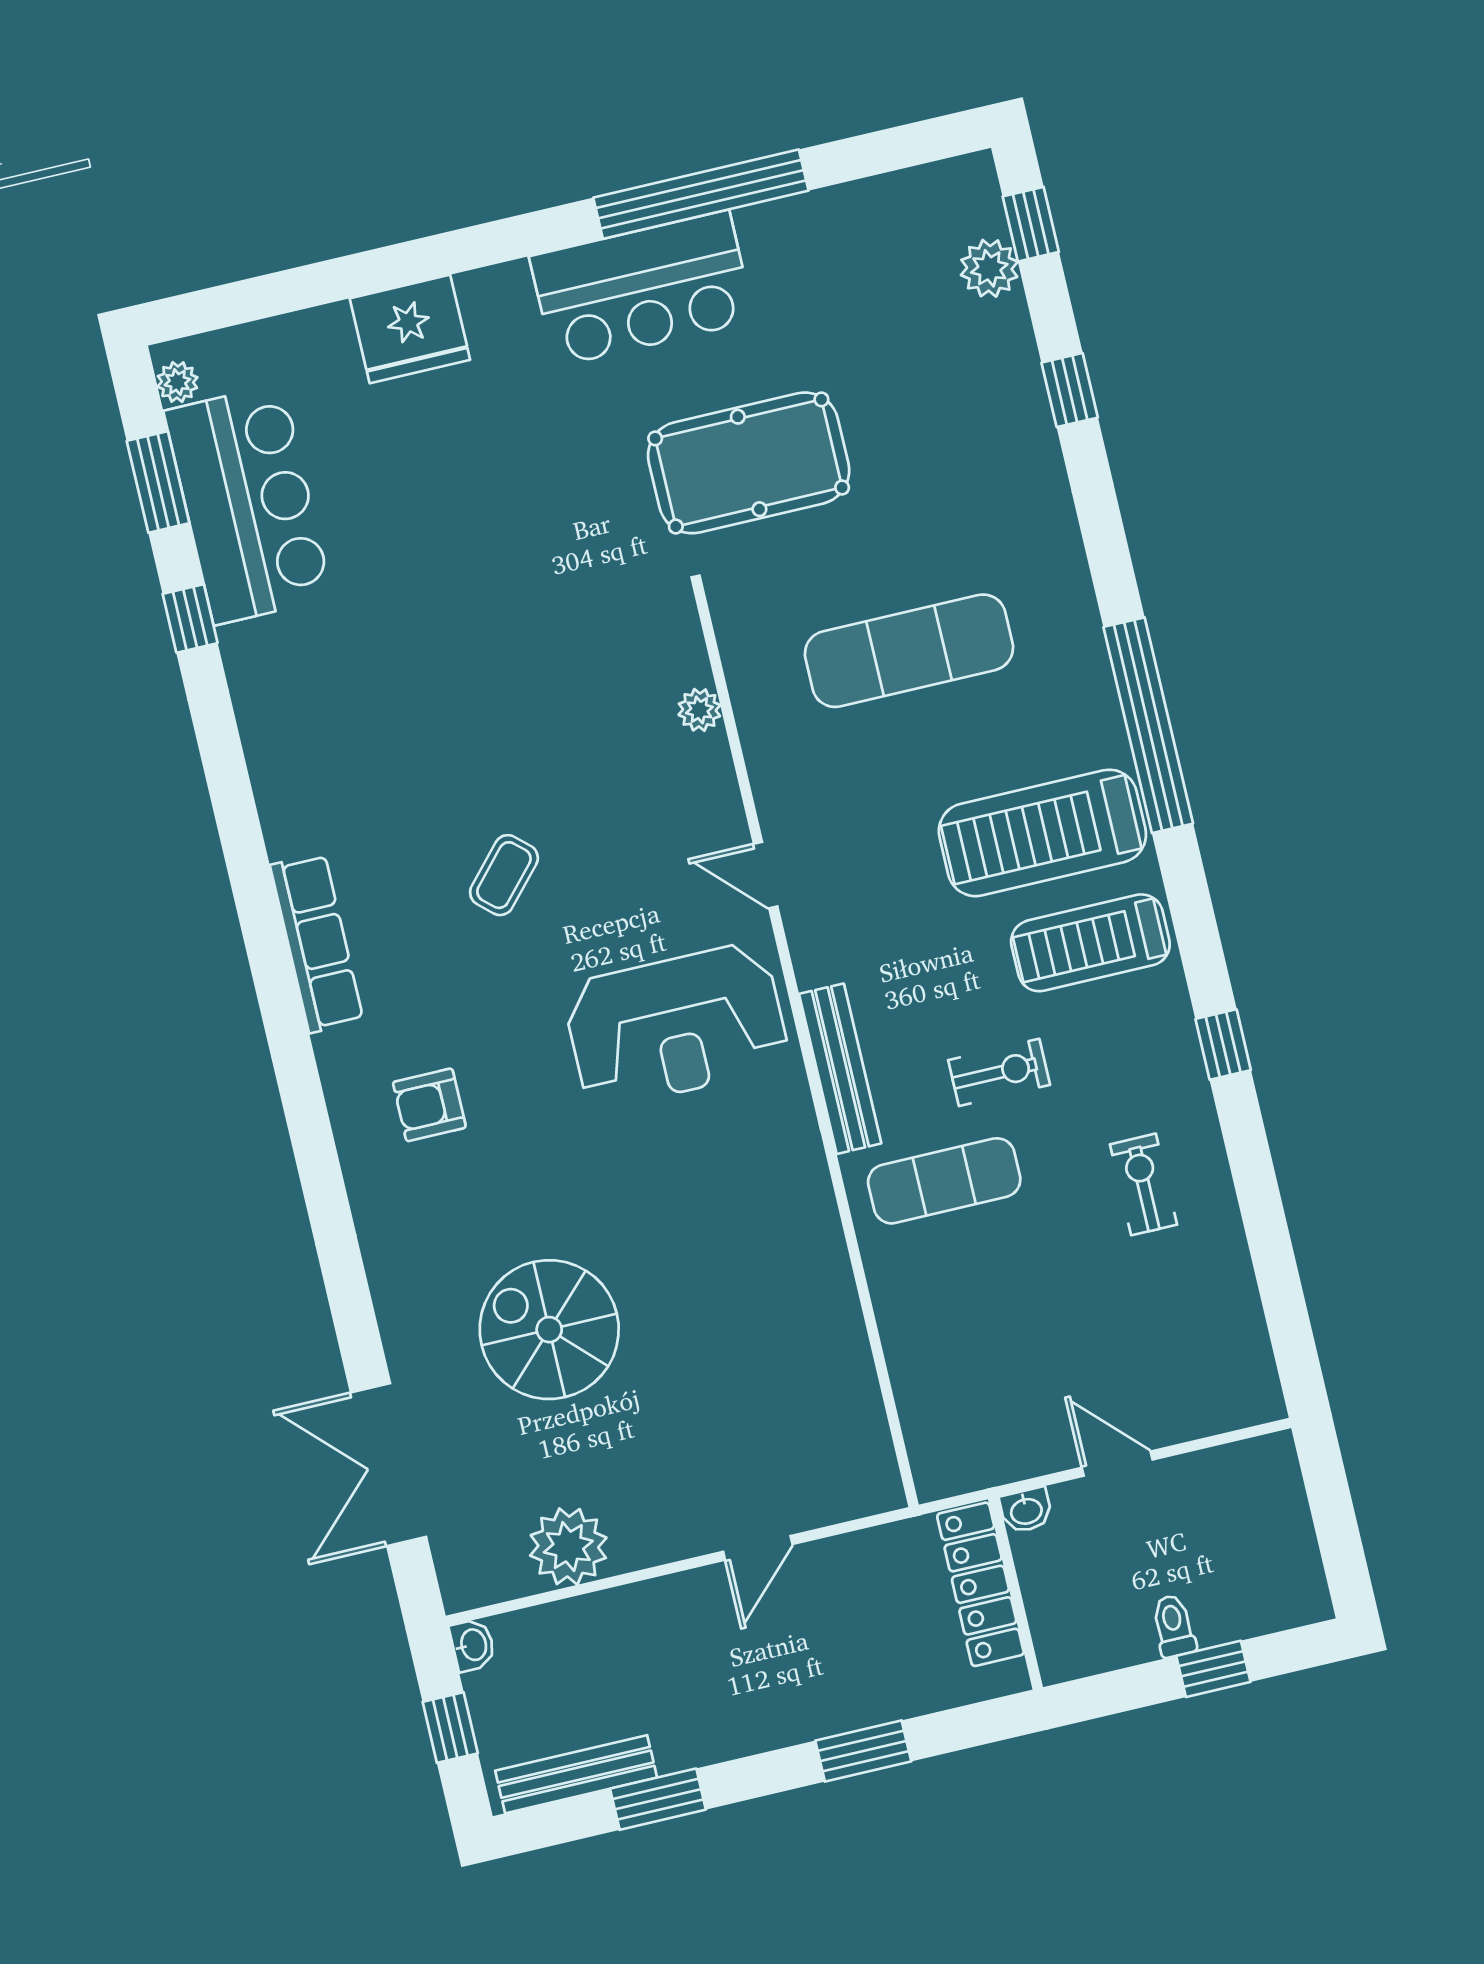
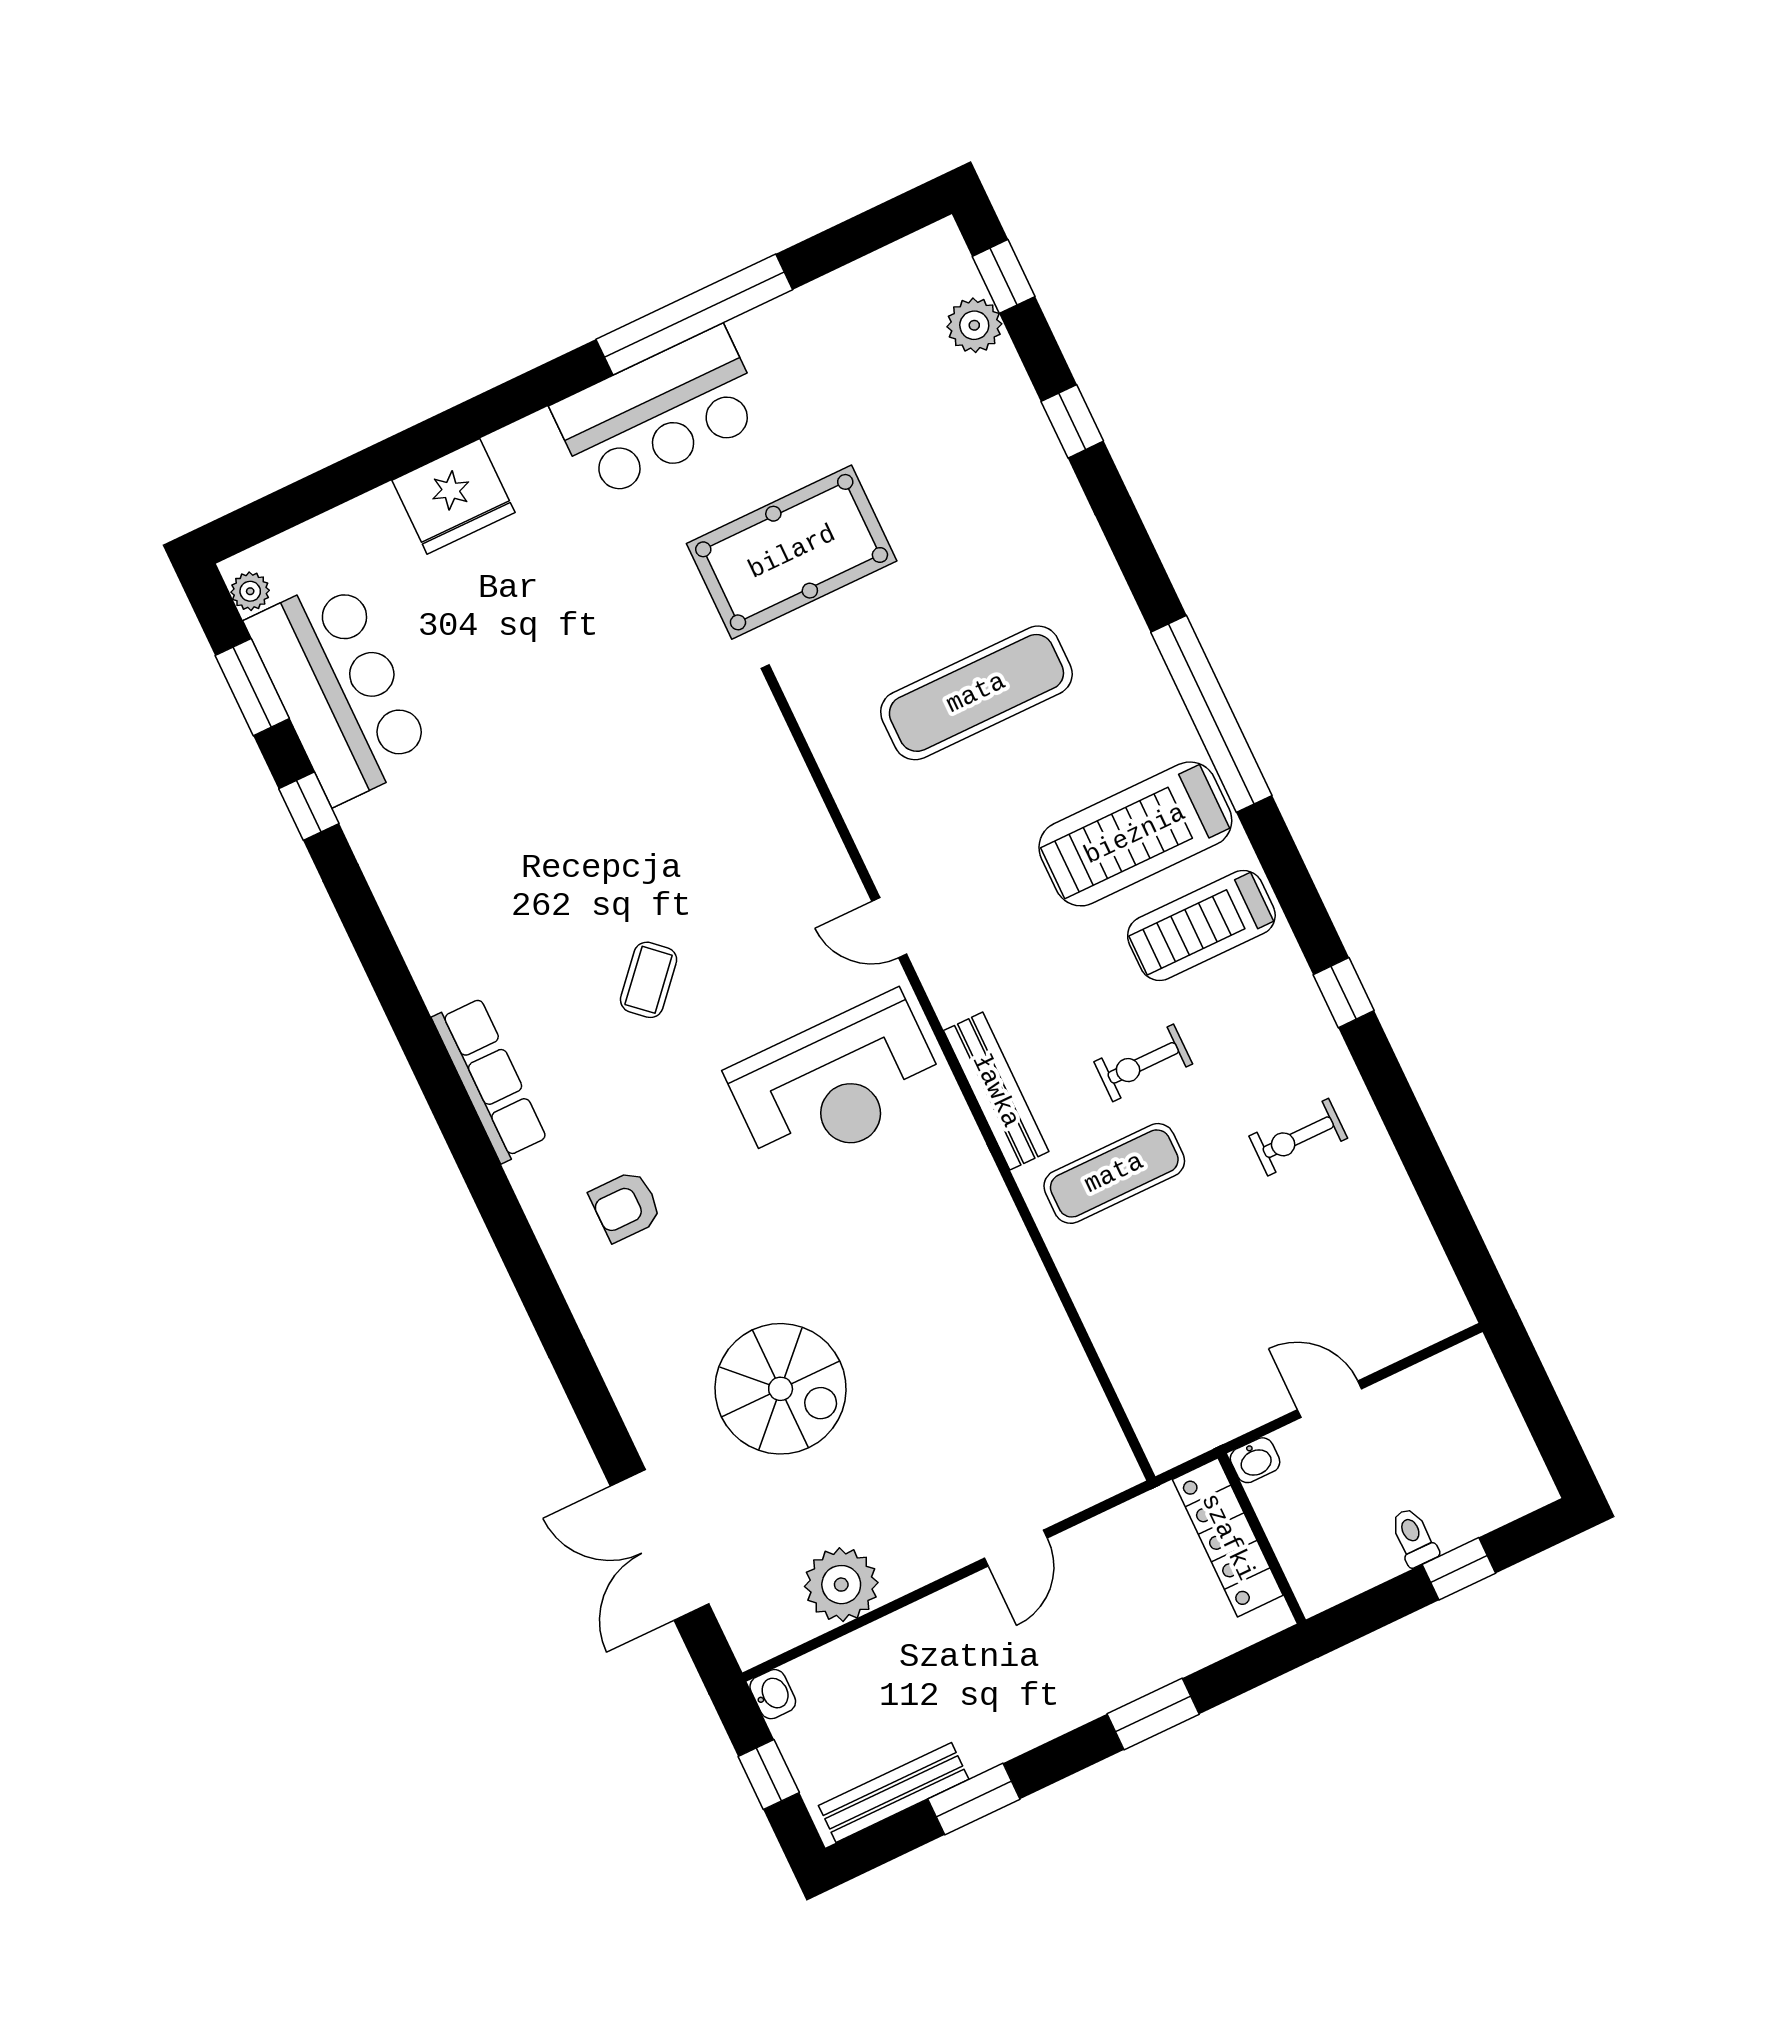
plant: (699, 710) -> (795, 789), removed
exercise bike: (999, 1072) -> (1143, 1063), turned 180
exercise bike: (1143, 1184) -> (1298, 1137), turned -90
spiral stairs: (549, 1330) -> (781, 1389), turned 180

